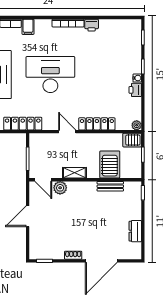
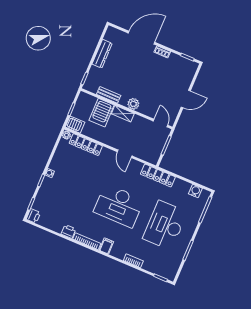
filing cabinet: (28, 27) -> (106, 246), moved
printer: (135, 90) -> (33, 216), moved
locker: (97, 124) -> (86, 145), moved
shelving: (74, 173) -> (123, 114), moved
plant: (60, 188) -> (133, 104), moved
dresser: (135, 231) -> (102, 54), width x1.44

